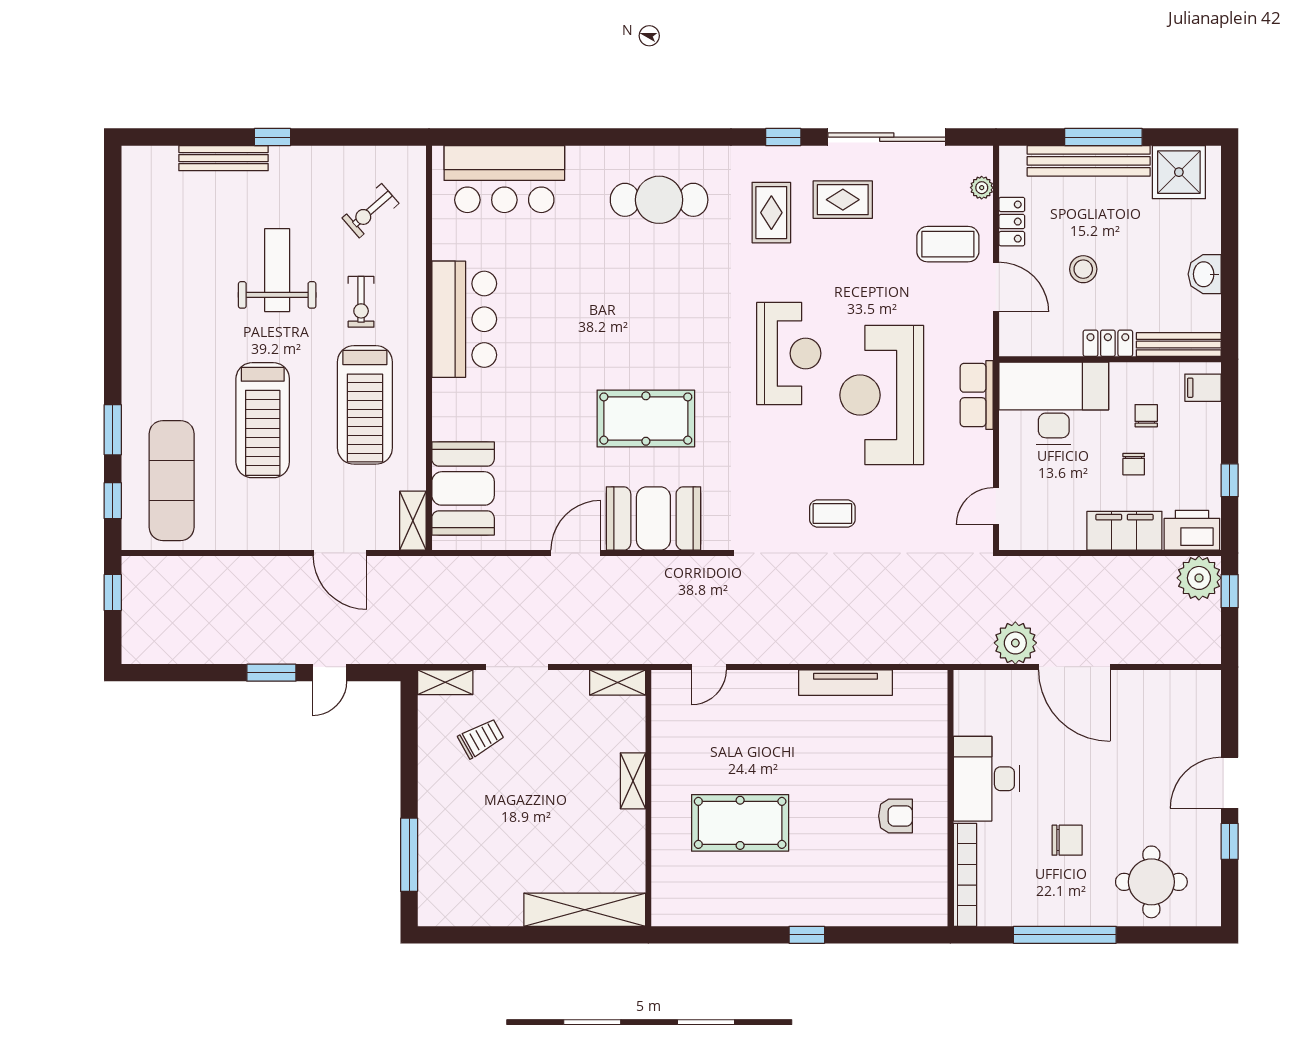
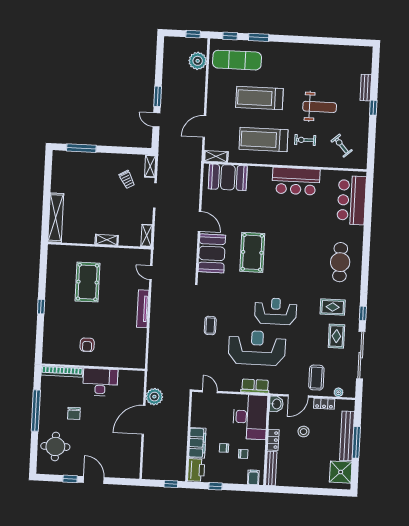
bench: (223, 158) -> (366, 88), width x0.73
washbasin: (1205, 274) -> (276, 404), moved, turned 90
reception desk: (789, 353) -> (276, 311), turned 180
plant: (1199, 578) -> (198, 61), moved
tv unit: (845, 683) -> (143, 309), moved

